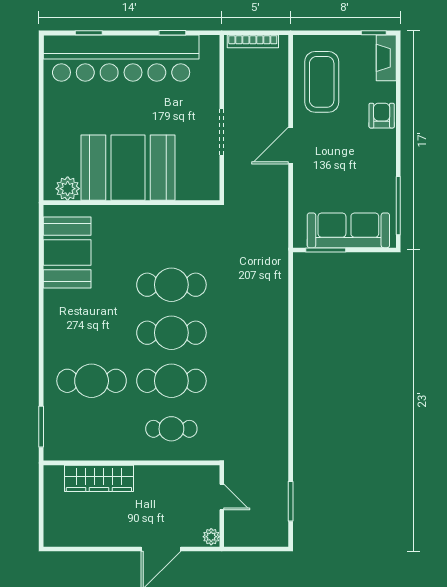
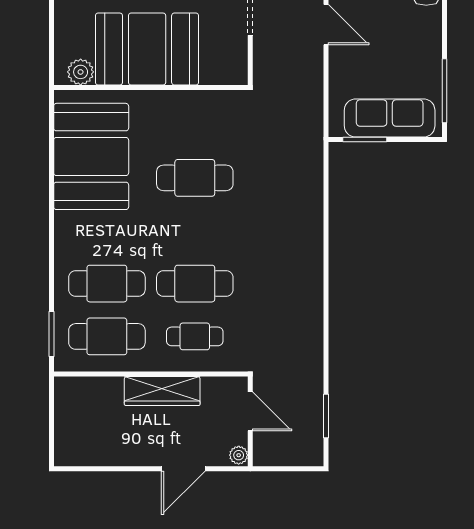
door: (291, 145) -> (326, 25), swing flipped
booth: (67, 252) -> (91, 156), width x1.36, depth x1.42
cafe table: (171, 333) -> (107, 336), moved
wardrobe: (99, 478) -> (162, 391), moved
door: (222, 497) -> (250, 411), width x1.38

